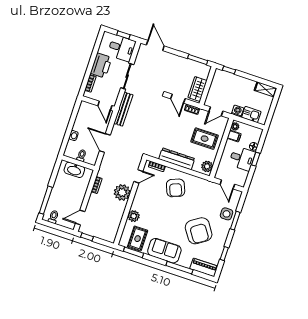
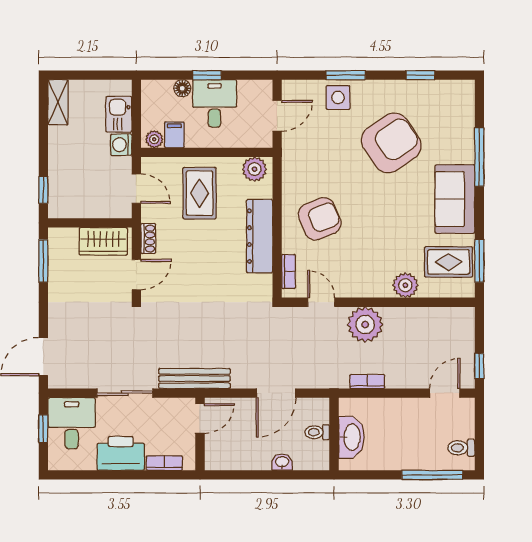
door: (80, 218) -> (445, 393), swing flipped
piano: (204, 267) -> (462, 107), removed

